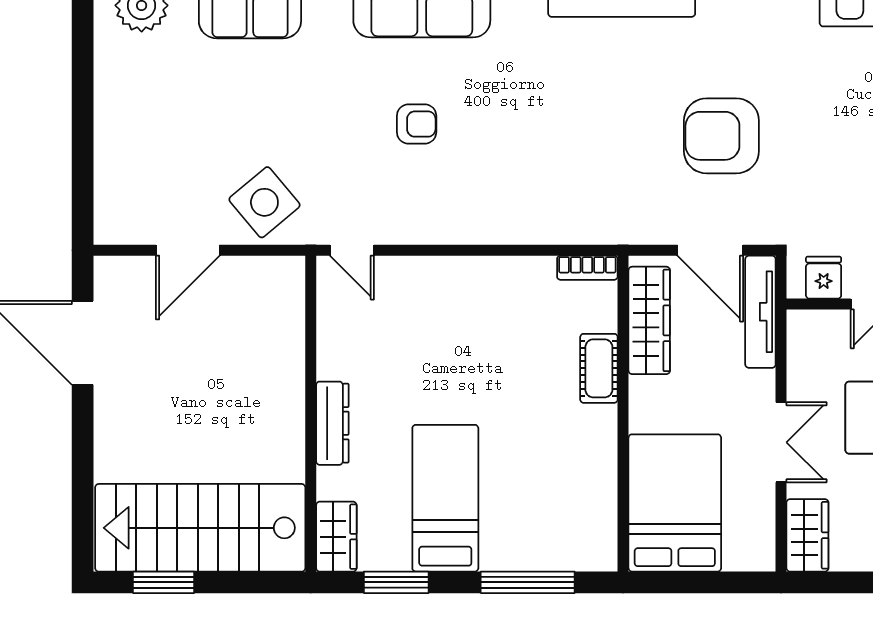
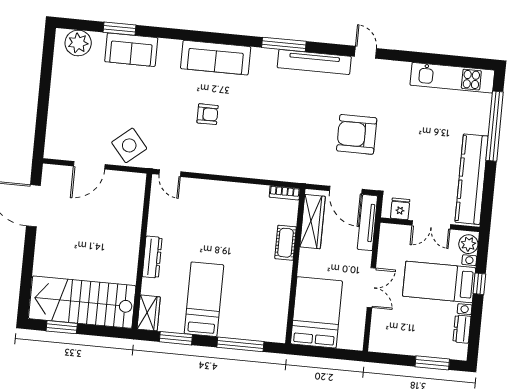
wardrobe: (807, 535) -> (380, 335), removed

